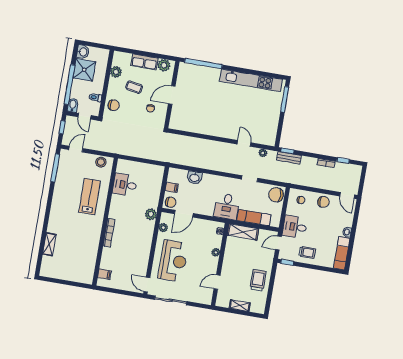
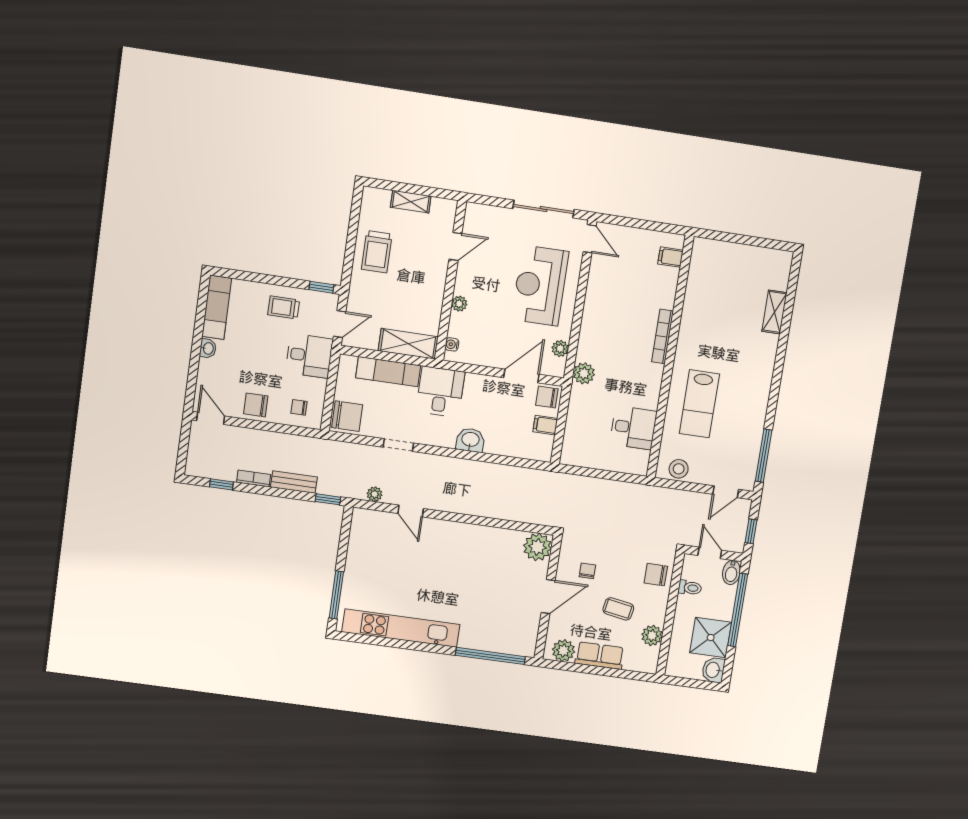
plant: (177, 122) -> (538, 547), added
bench: (289, 158) -> (294, 482), moved
washbasin: (194, 178) -> (470, 440), moved

